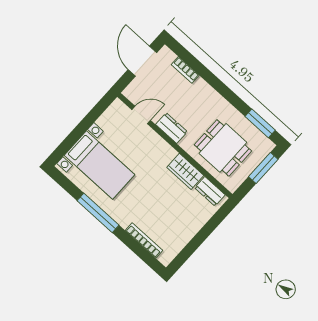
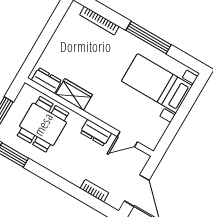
dining table: (223, 148) -> (43, 124), turned 90

